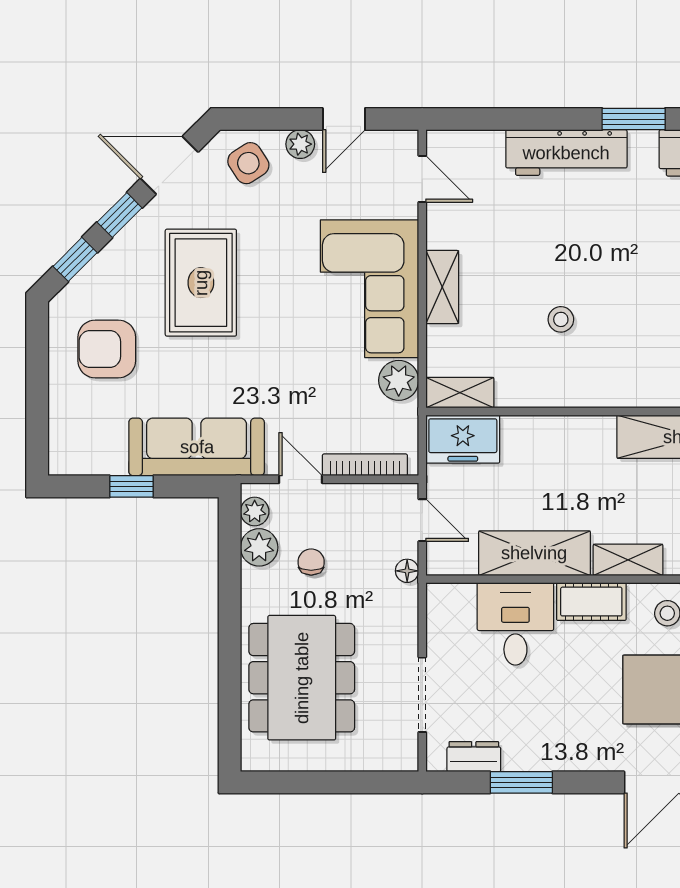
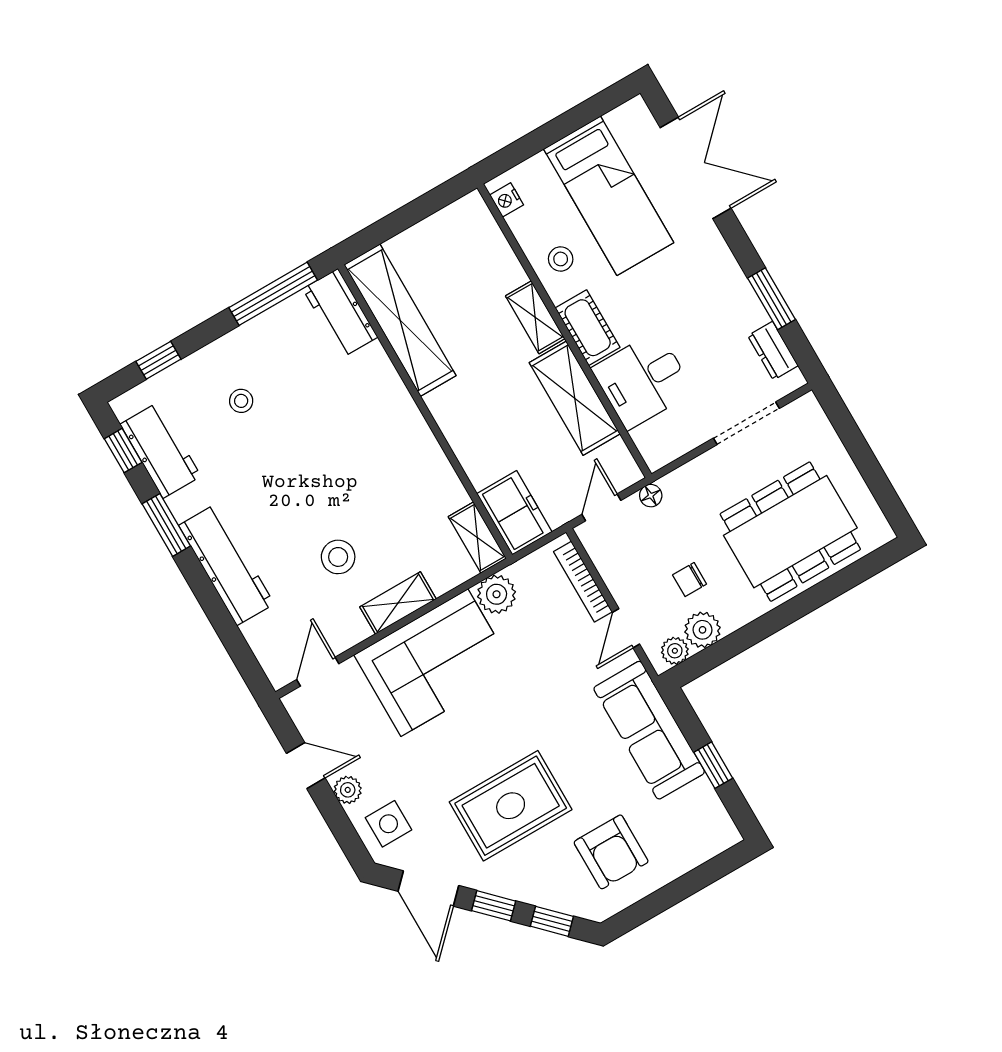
side table: (248, 163) -> (388, 824), turned 33
stool: (561, 319) -> (338, 557), moved, width x1.37, depth x1.37

